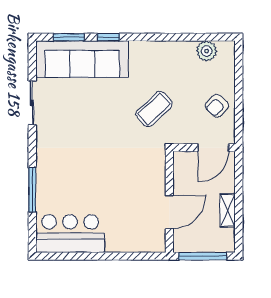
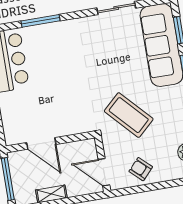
coffee table: (154, 109) -> (129, 115), width x1.36, depth x1.32

